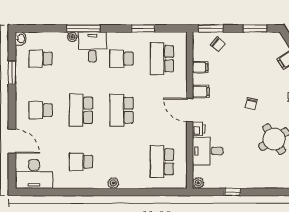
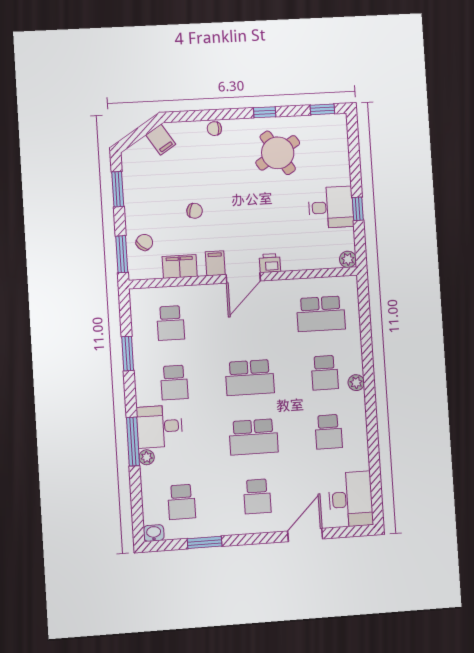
school desk: (162, 59) -> (171, 323), width x0.54
filing cabinet: (200, 67) -> (180, 266), width x2.00
chair: (251, 104) -> (195, 211), moved
desk: (208, 151) -> (331, 207), moved, turned -90
school desk: (121, 162) -> (325, 373), added

